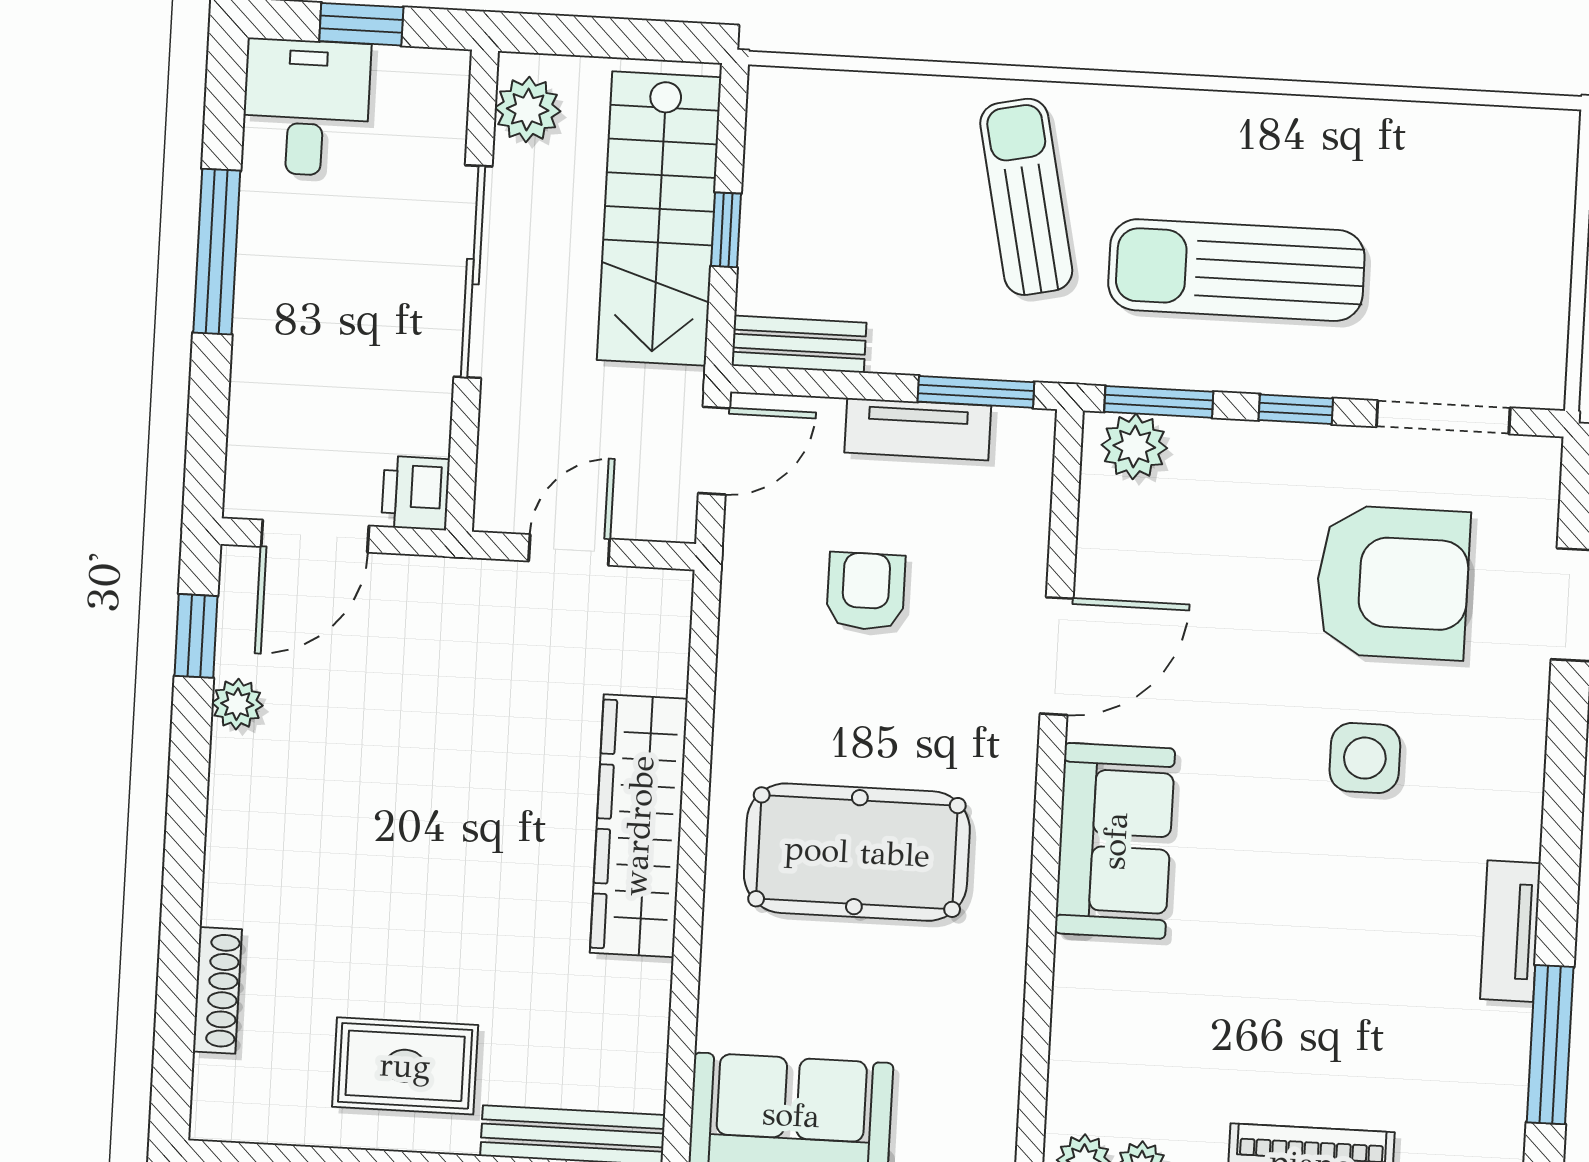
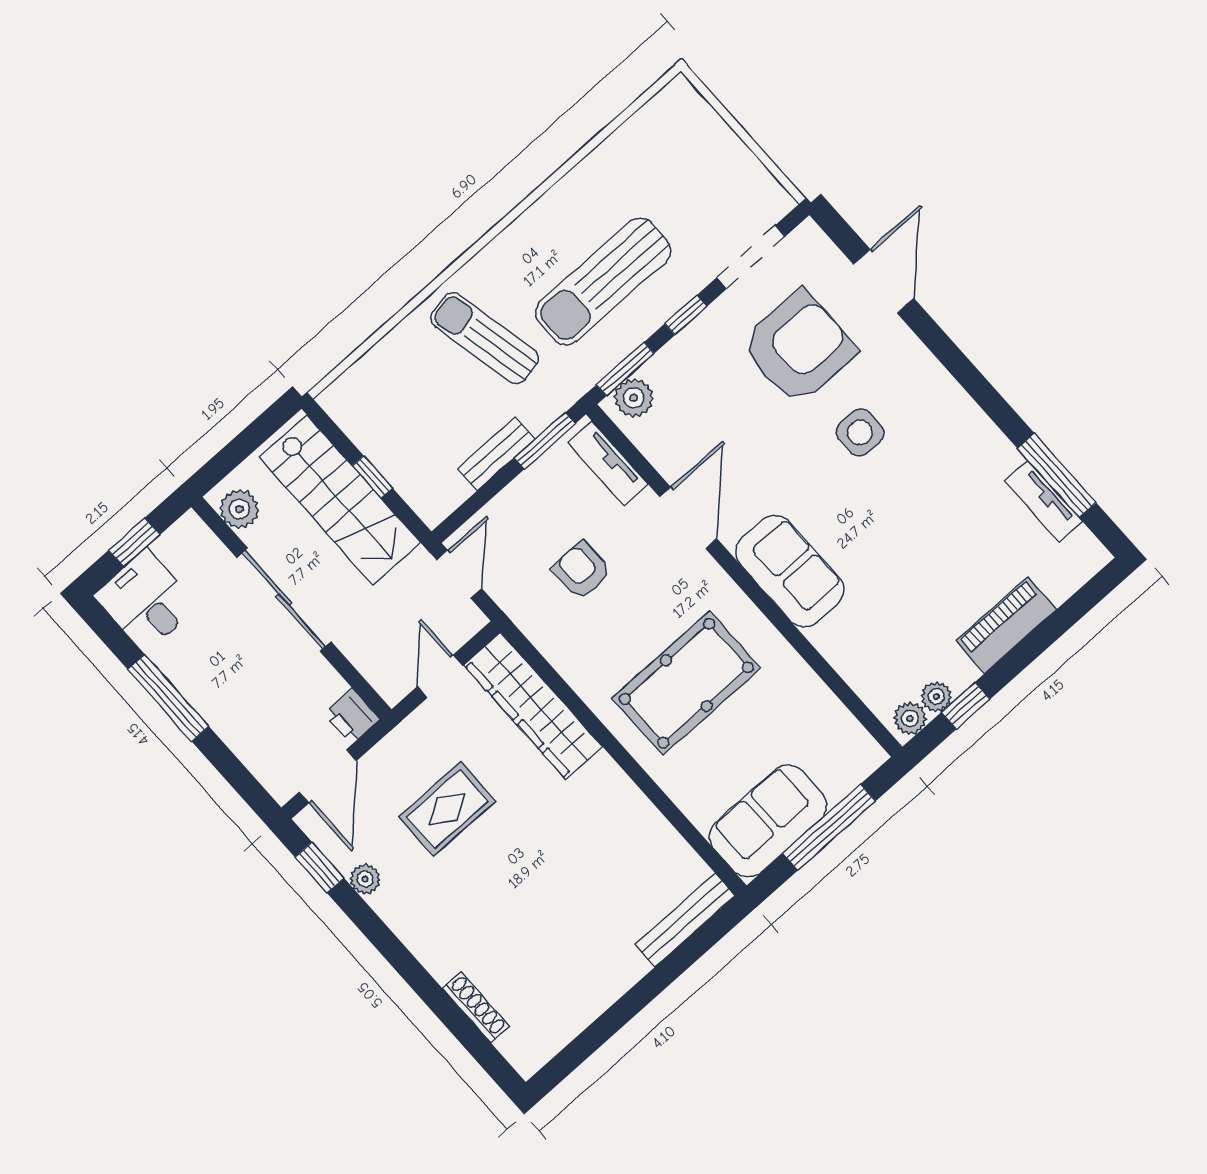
bench: (799, 344) -> (496, 454), moved
tv unit: (918, 429) -> (608, 463), moved, turned 90
wardrobe: (639, 826) -> (533, 706), moved
tv unit: (1510, 931) -> (1043, 501), moved
rug: (405, 1066) -> (447, 809), moved

